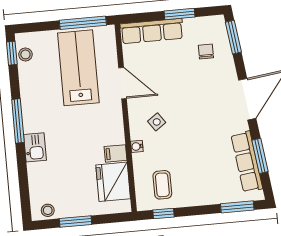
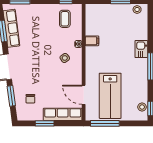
window: (233, 37) -> (11, 96), moved
door: (123, 83) -> (84, 95), moved
fridge: (113, 182) -> (95, 23), removed

